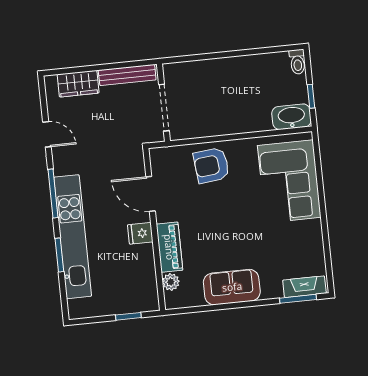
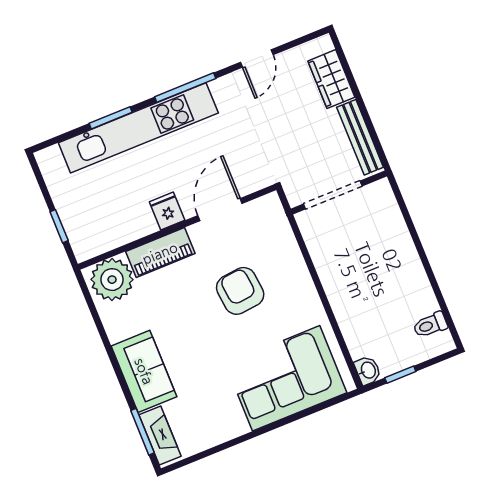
toilet: (297, 62) -> (430, 325), moved
washbasin: (291, 117) -> (368, 370), width x0.52, depth x0.69
armchair: (211, 165) -> (240, 291), moved
plant: (171, 282) -> (112, 280), width x1.87, depth x1.87
sofa: (232, 287) -> (144, 371), moved

